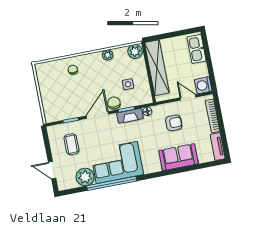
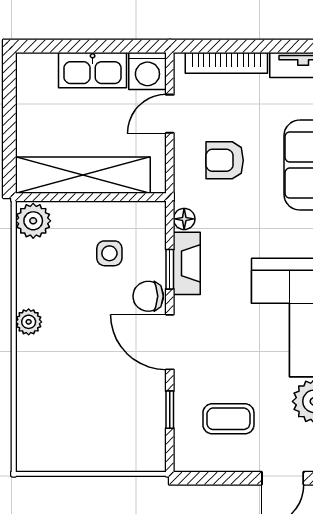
kitchen sink: (197, 49) -> (93, 70), moved
plant: (108, 55) -> (29, 322), moved
chair: (73, 70) -> (48, 381), removed
armchair: (174, 123) -> (225, 160), turned -90

